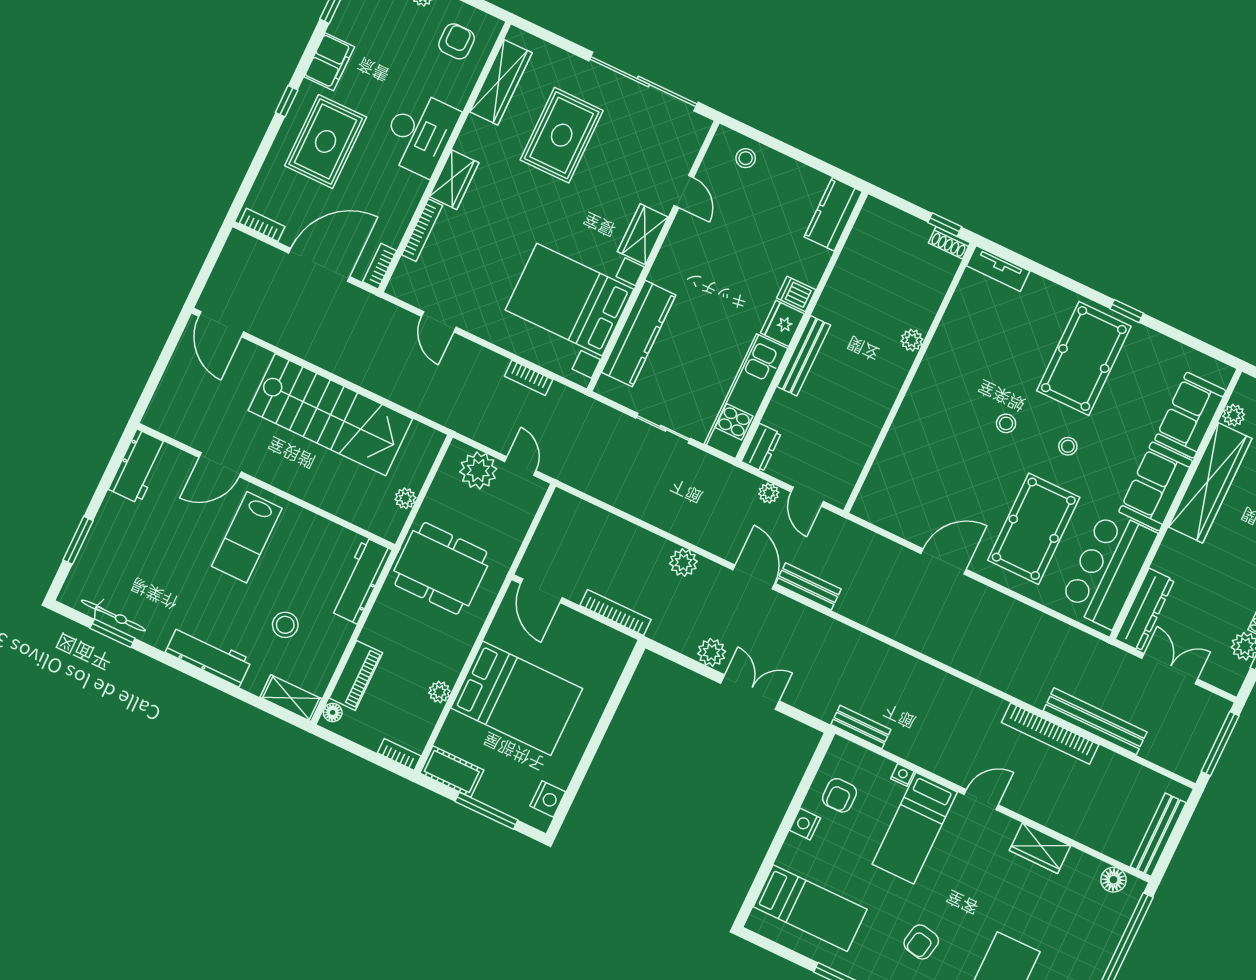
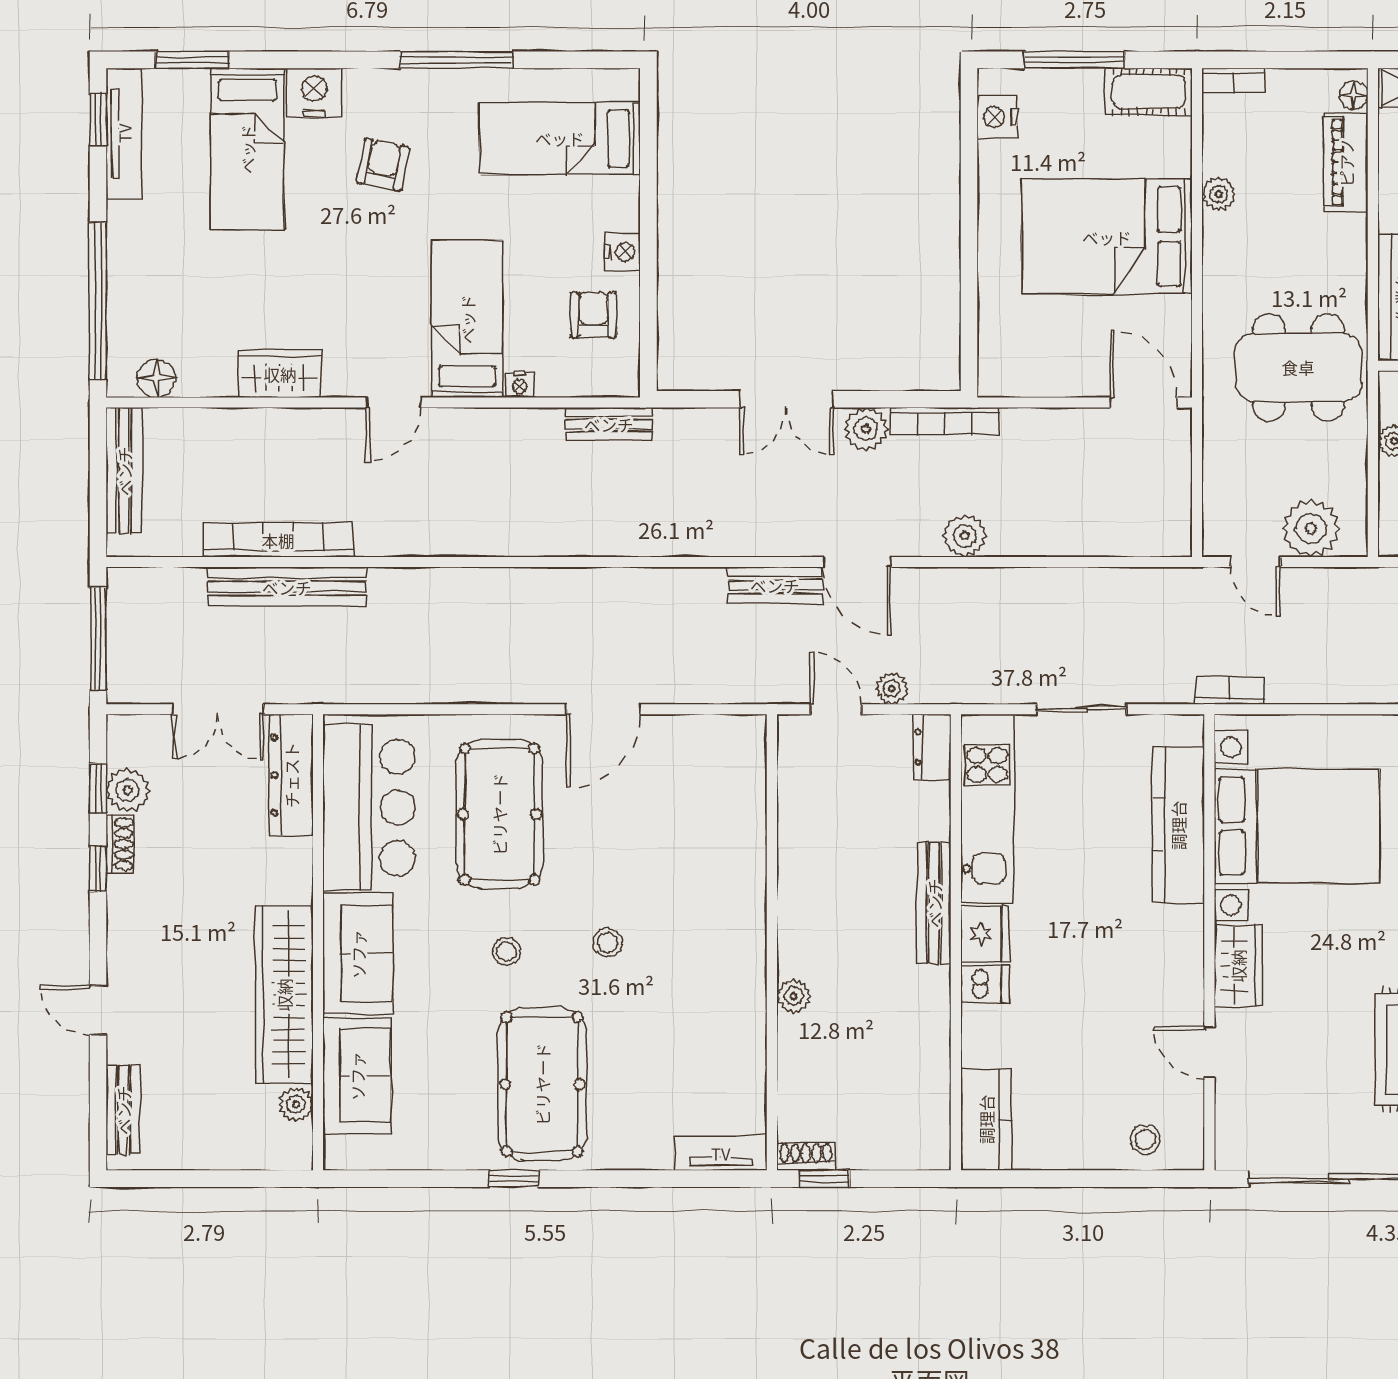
bookcase: (529, 378) -> (1229, 690), moved
bookcase: (616, 612) -> (945, 421), moved
bookcase: (1050, 733) -> (278, 540), moved

